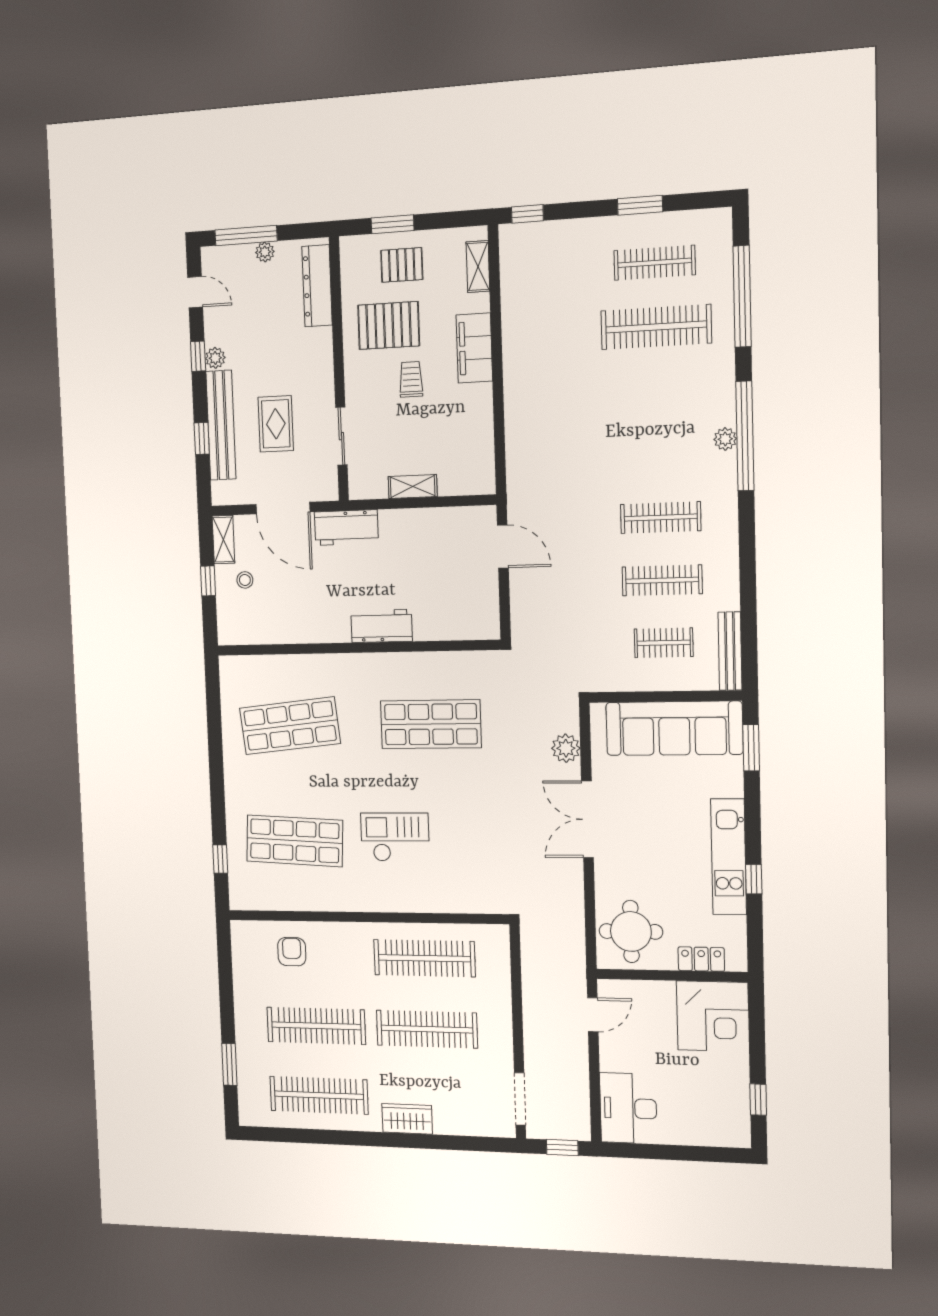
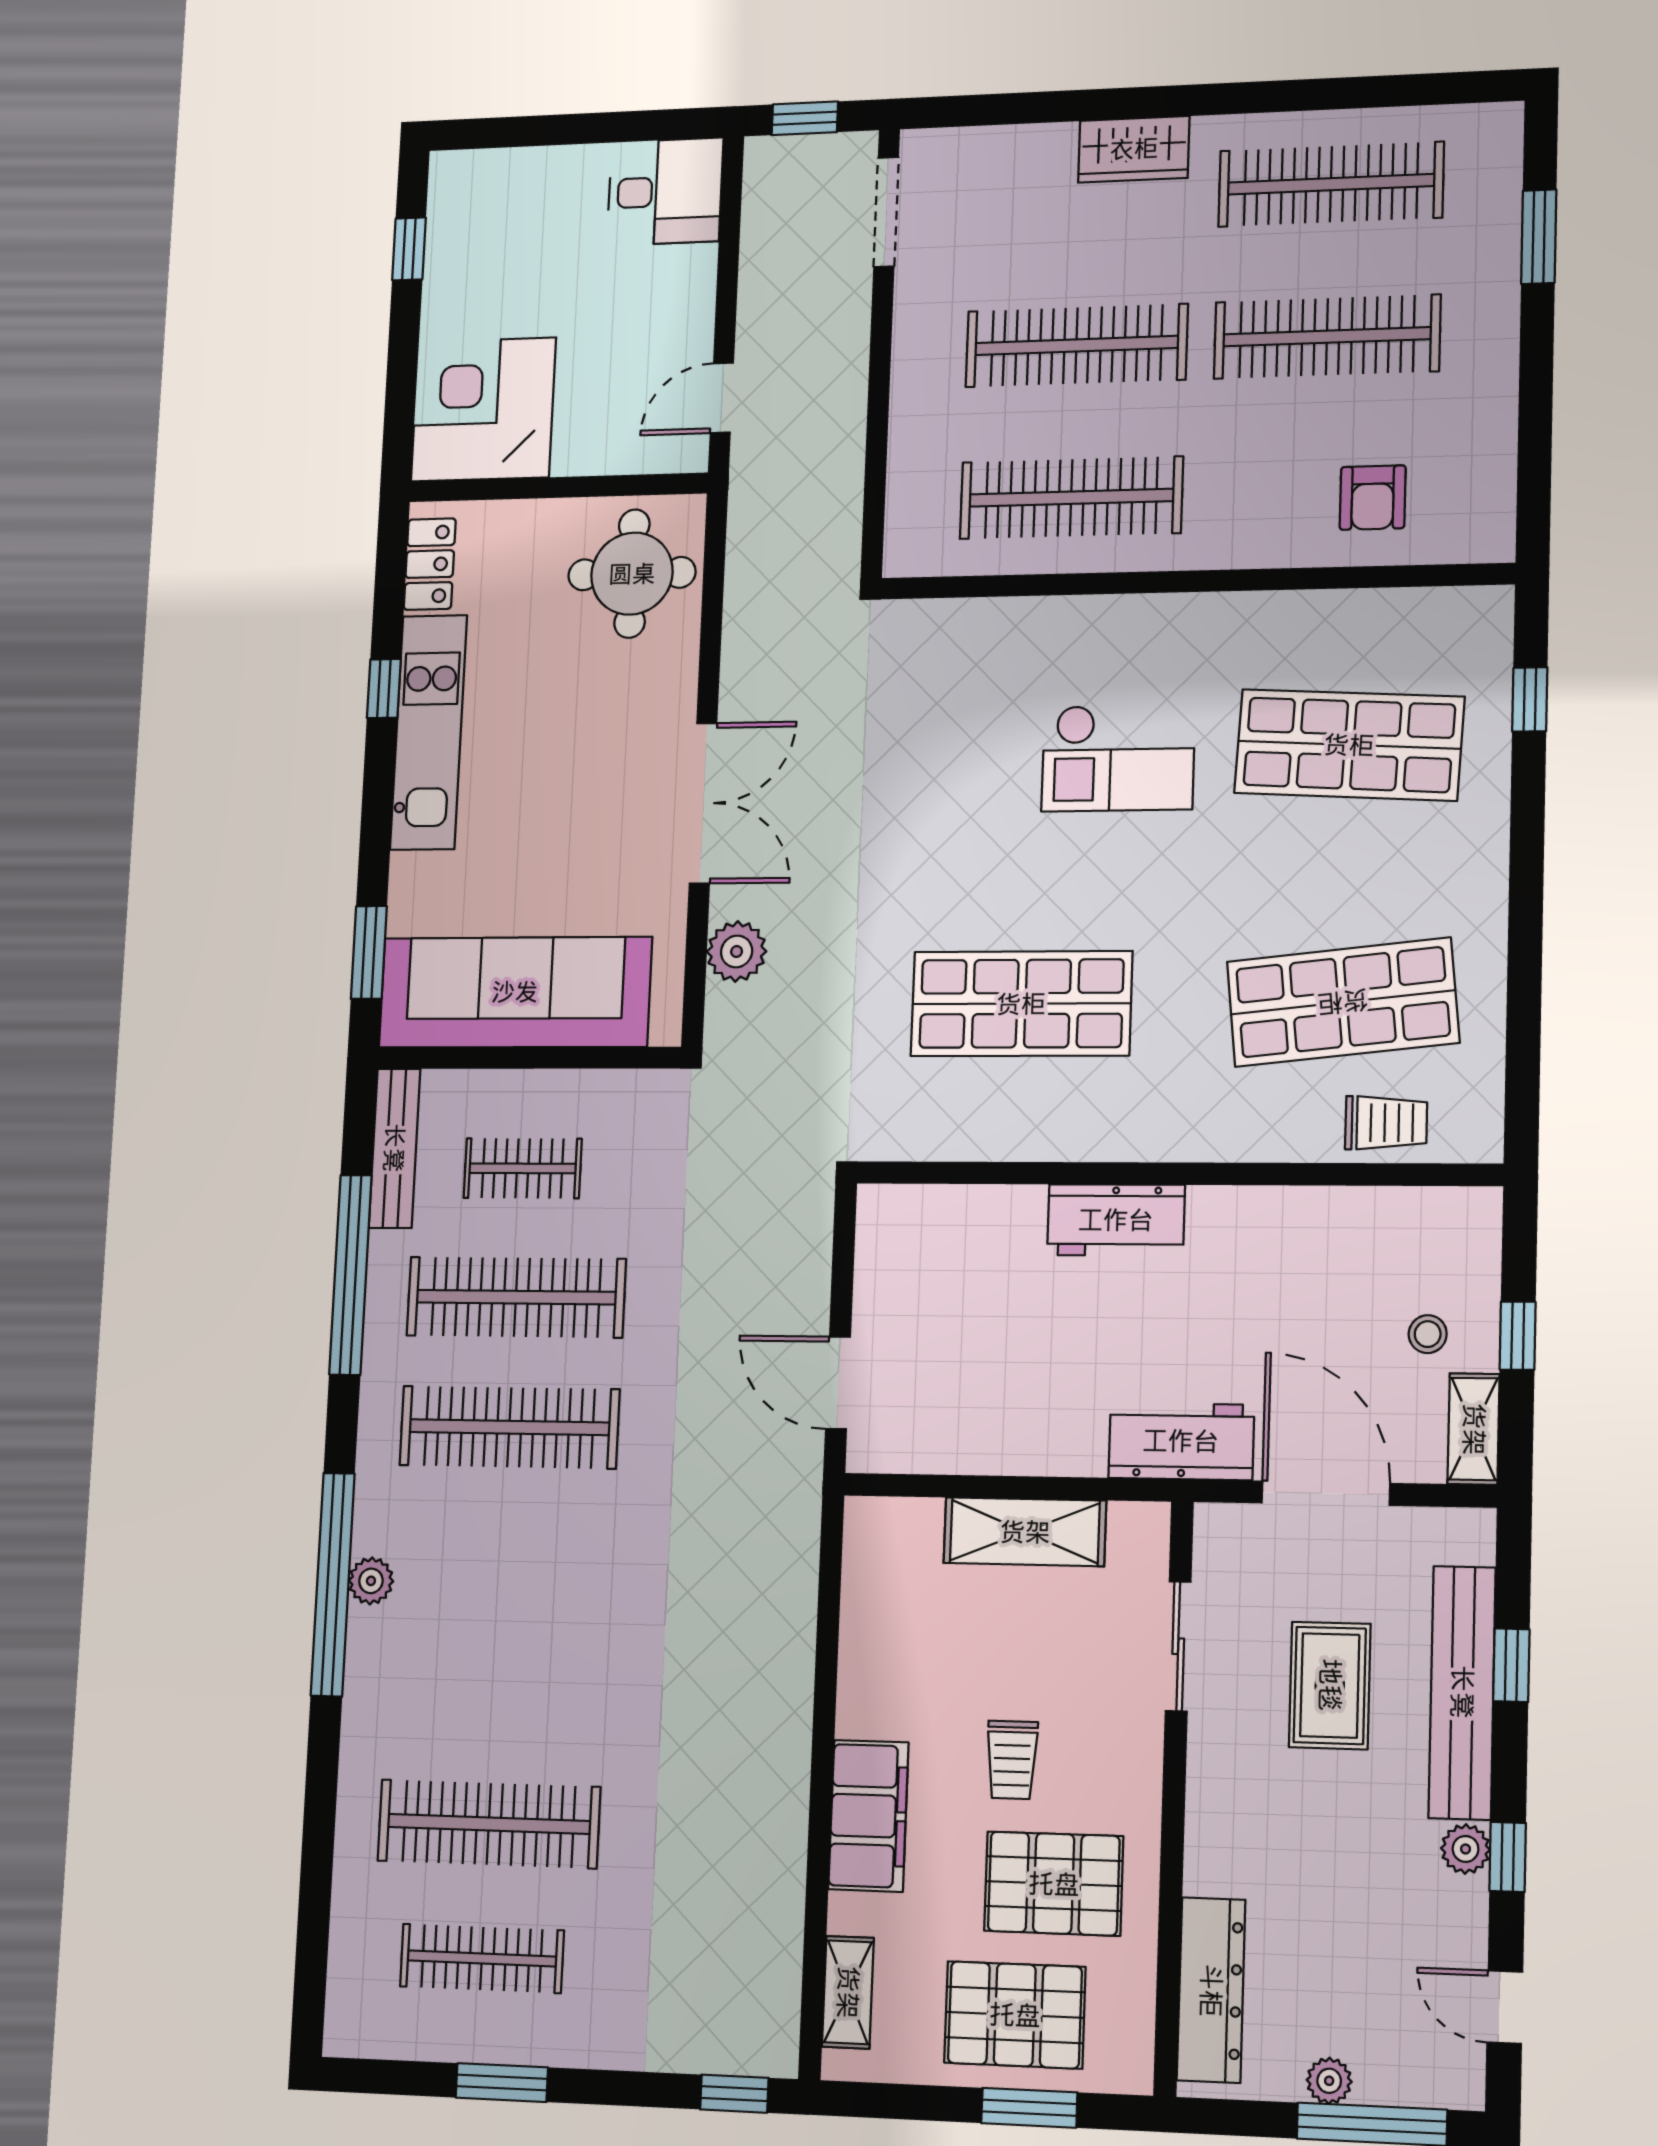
pallet: (402, 265) -> (1015, 2015), width x1.50, depth x1.42
window: (742, 296) -> (350, 1275), moved
shelving: (413, 487) -> (1025, 1532), width x1.50, depth x1.33
clothes rail: (661, 518) -> (509, 1427), width x1.37, depth x1.31
clothes rail: (662, 580) -> (516, 1297), width x1.37, depth x1.31
trolley: (268, 672) -> (1386, 1123), added
locker: (701, 959) -> (430, 564), moved, turned -90
desk: (628, 1108) -> (665, 192), width x0.73

